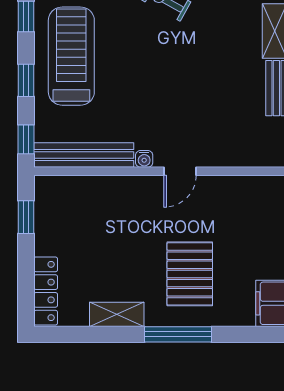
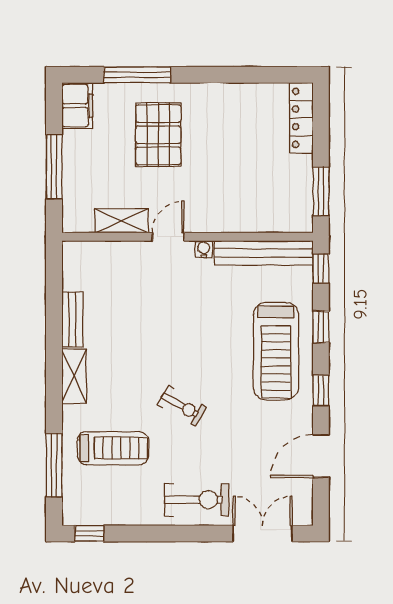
window: (26, 217) -> (321, 191), width x1.50
shelving: (117, 314) -> (122, 221), moved
window: (178, 334) -> (137, 75), moved

